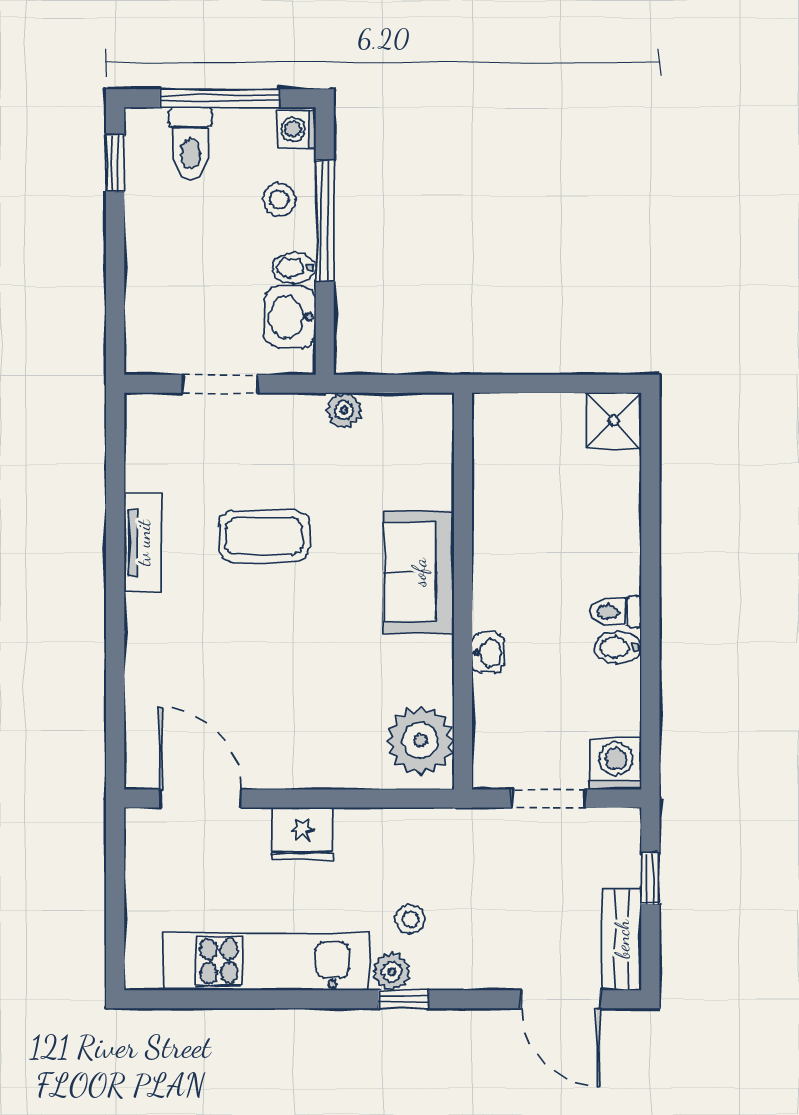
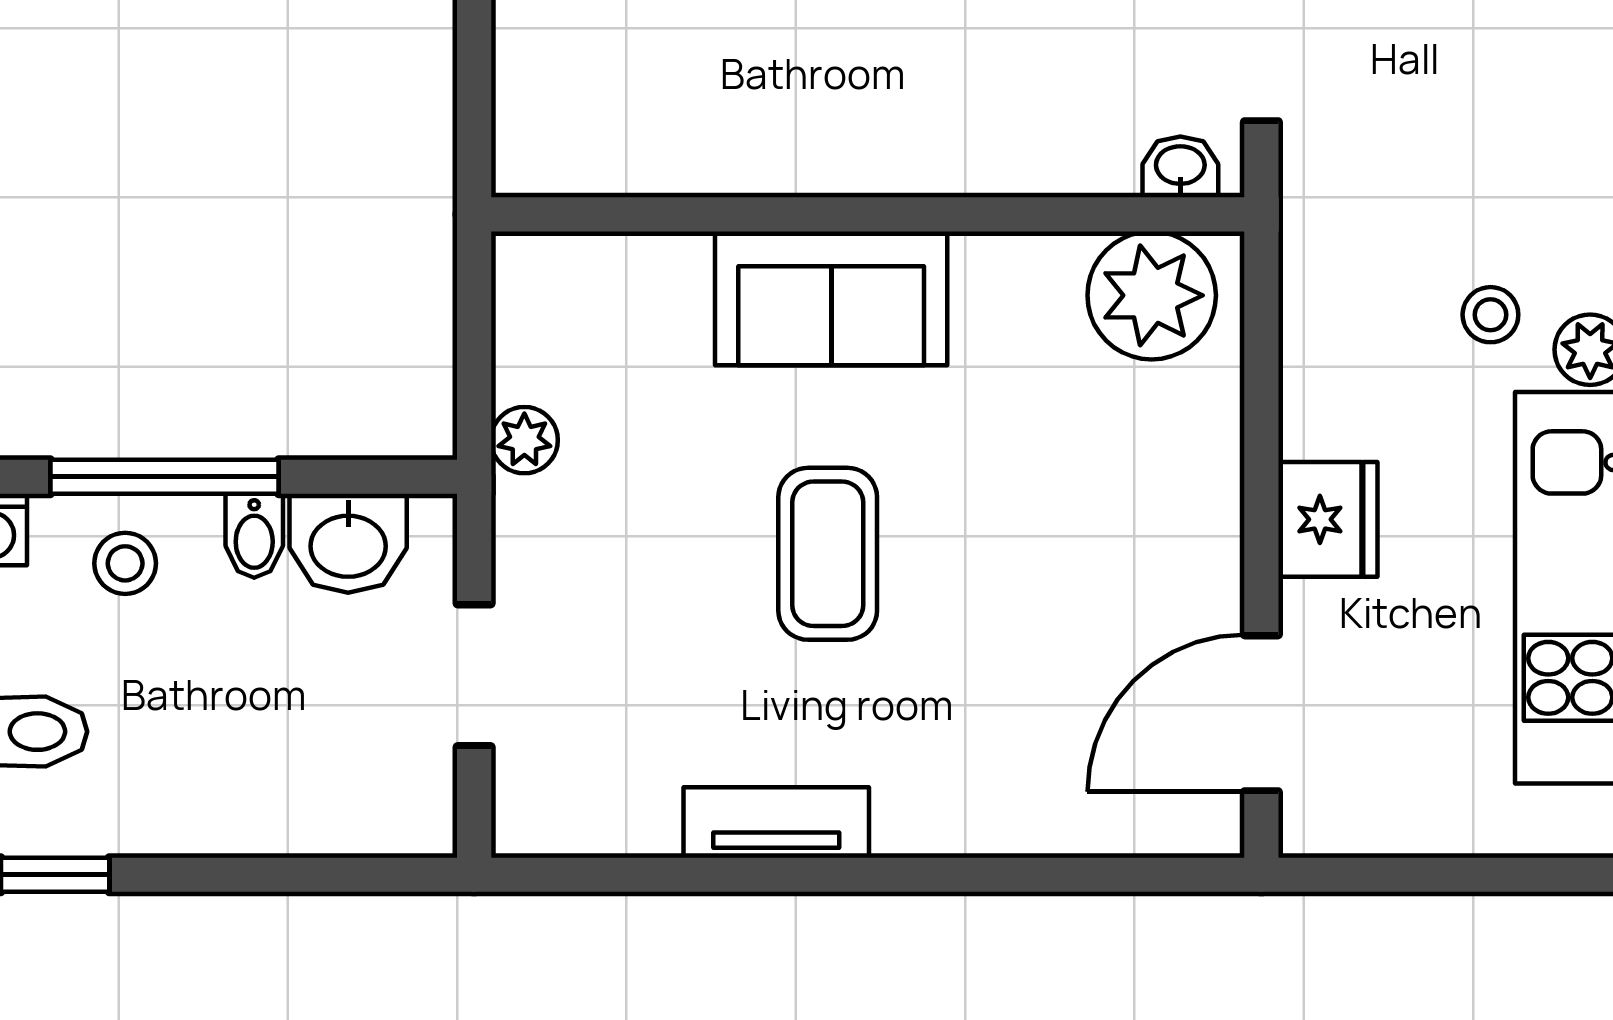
coffee table: (264, 536) -> (828, 554), moved
washbasin: (488, 653) -> (1180, 167), moved

